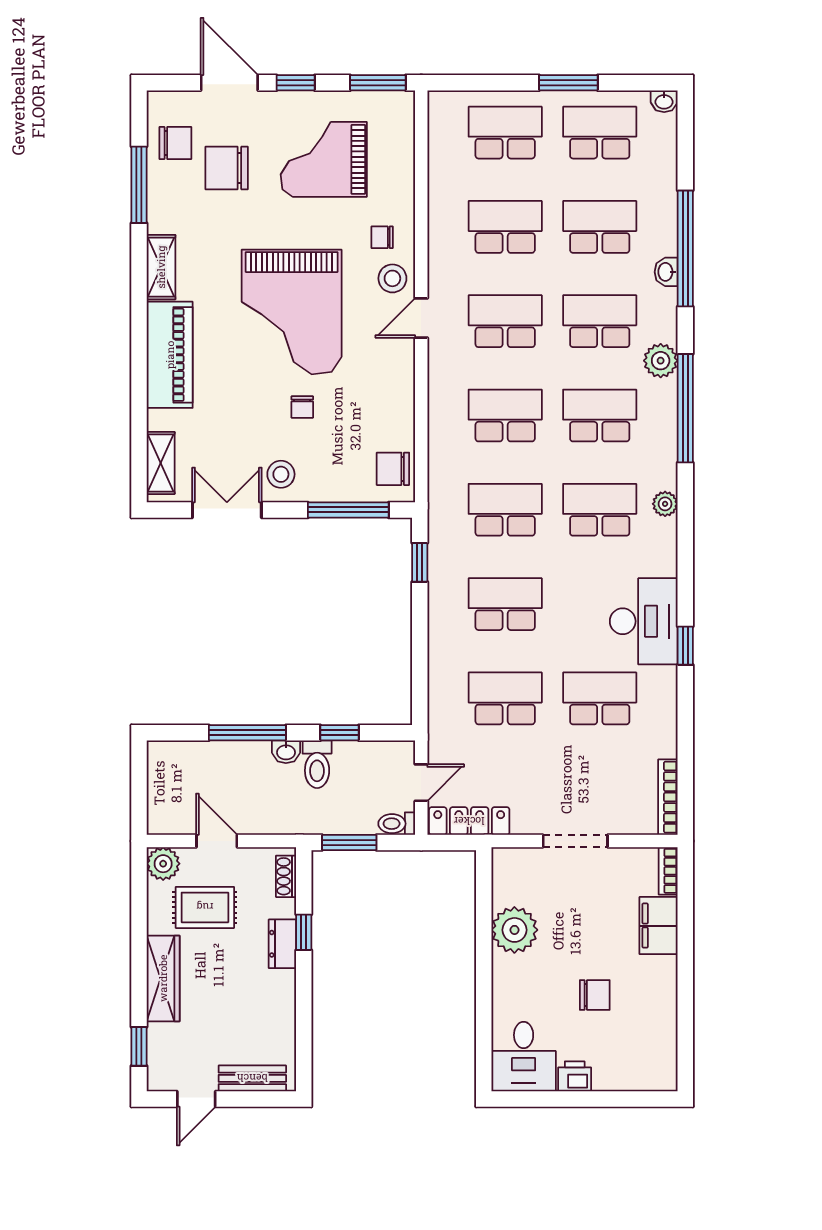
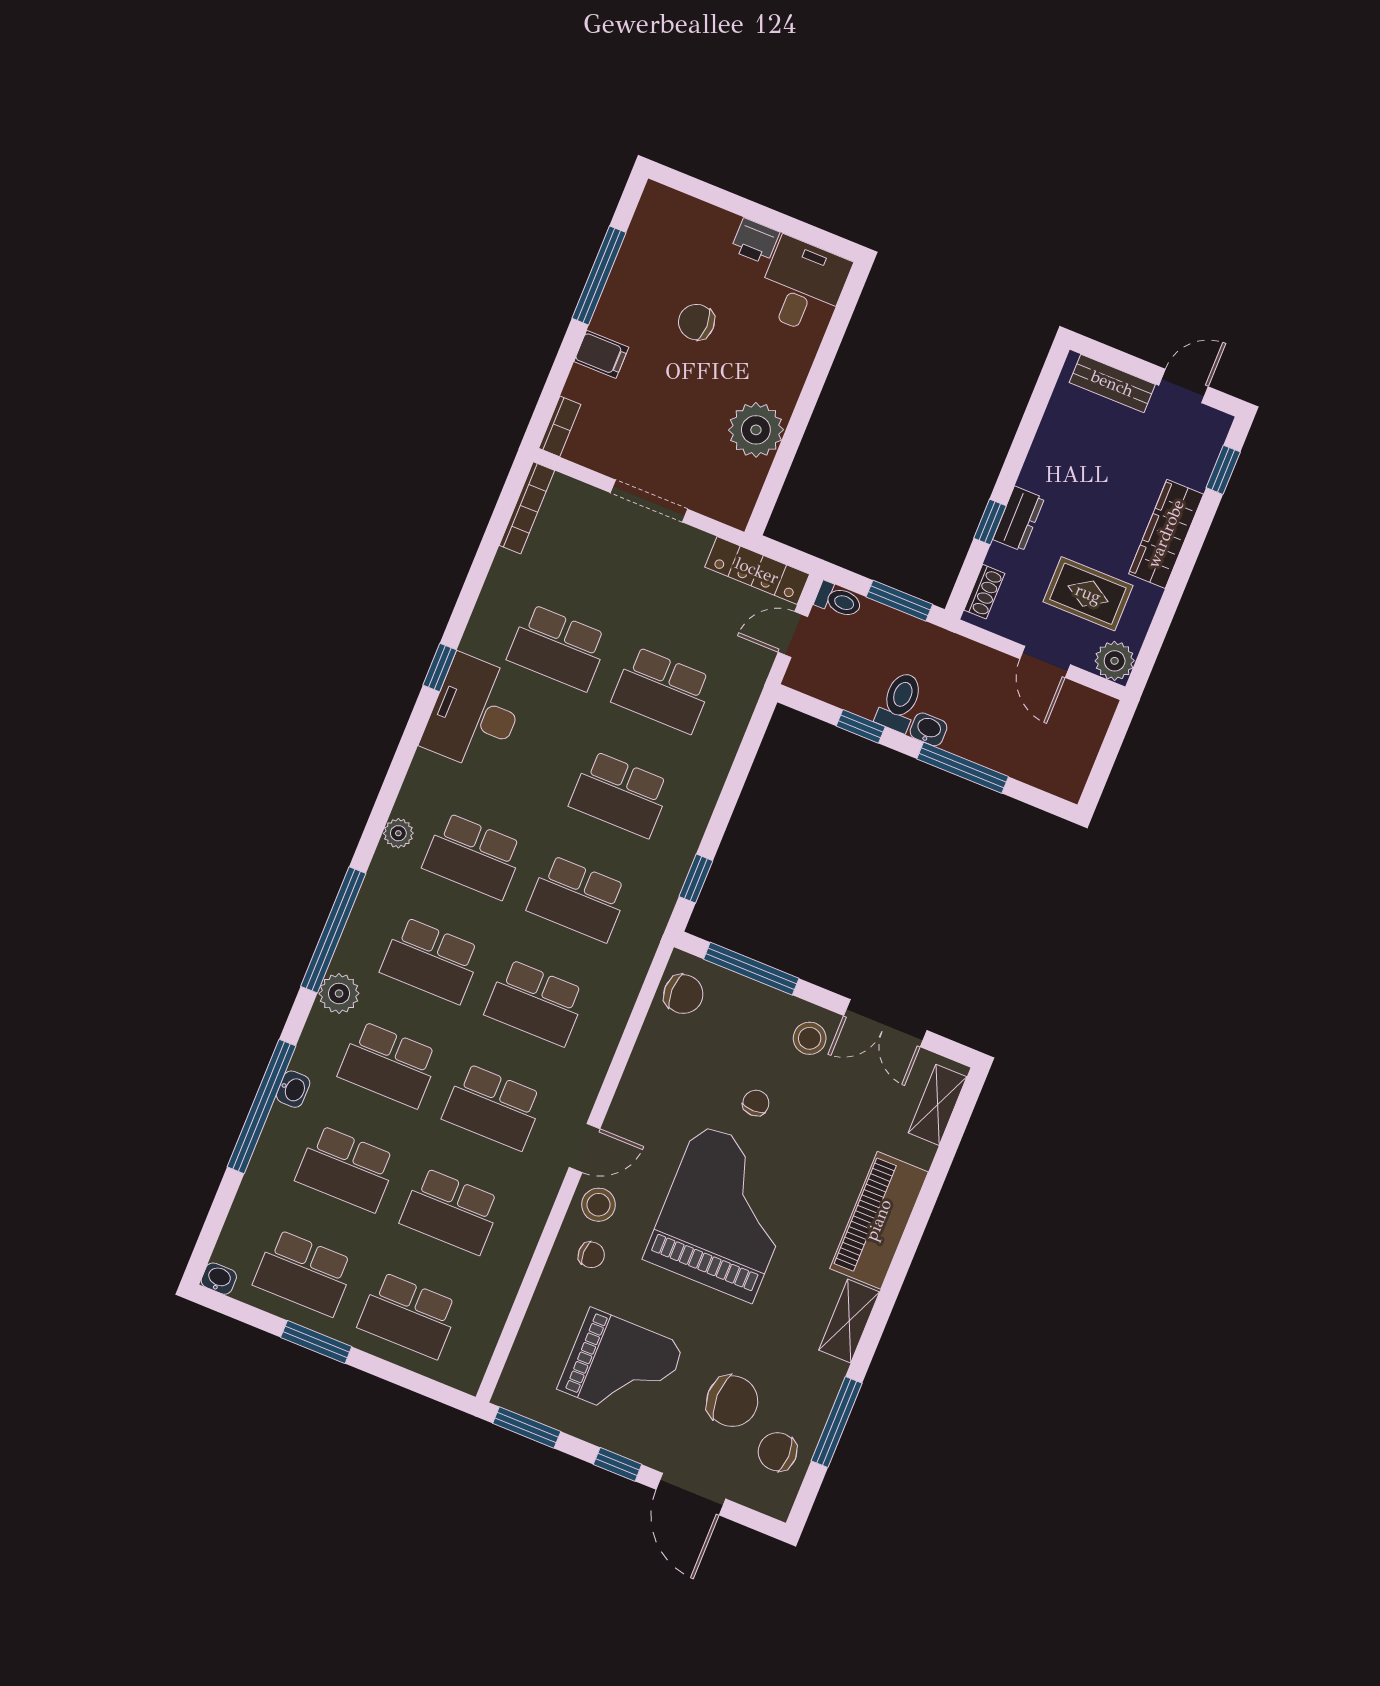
filing cabinet: (658, 926) -> (601, 354), width x0.50
window: (685, 1000) -> (599, 275), added

